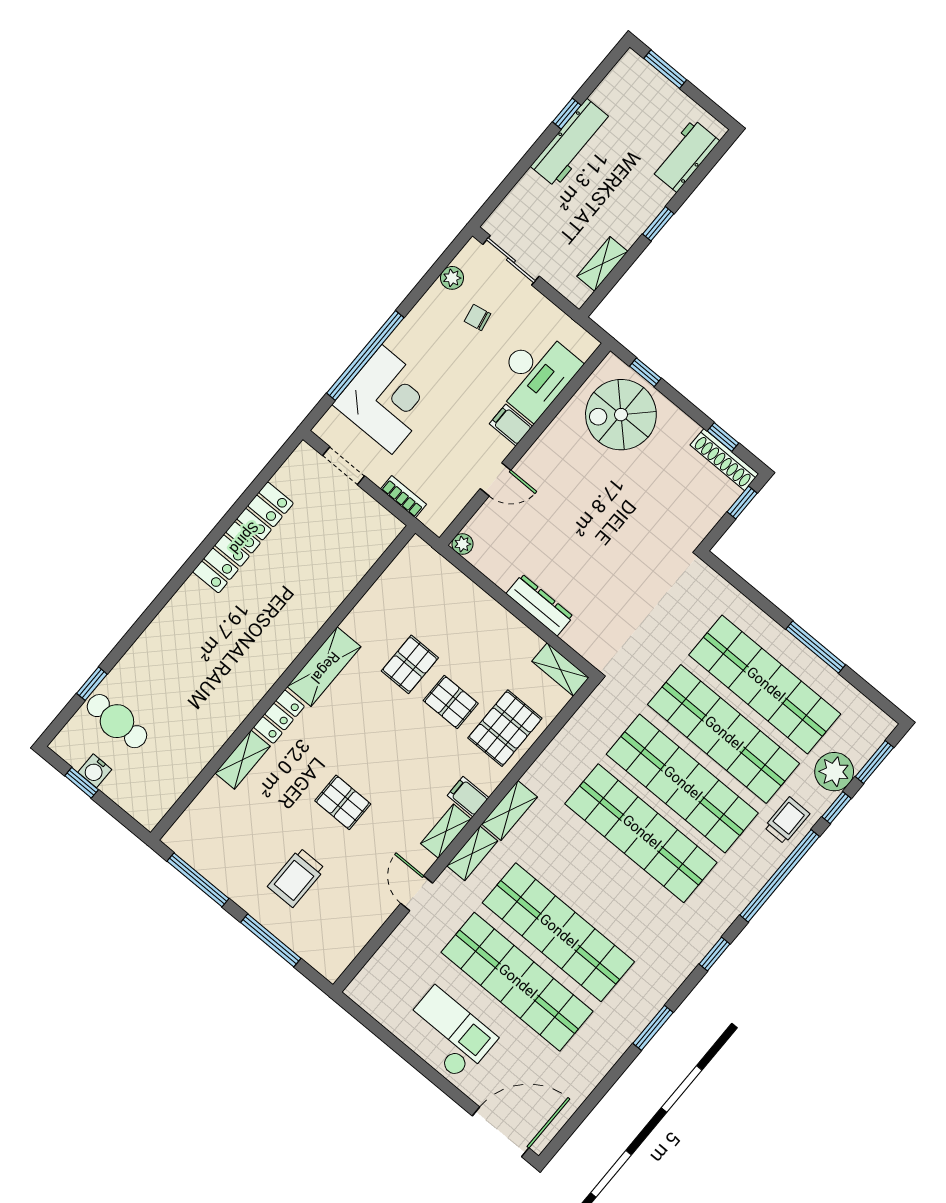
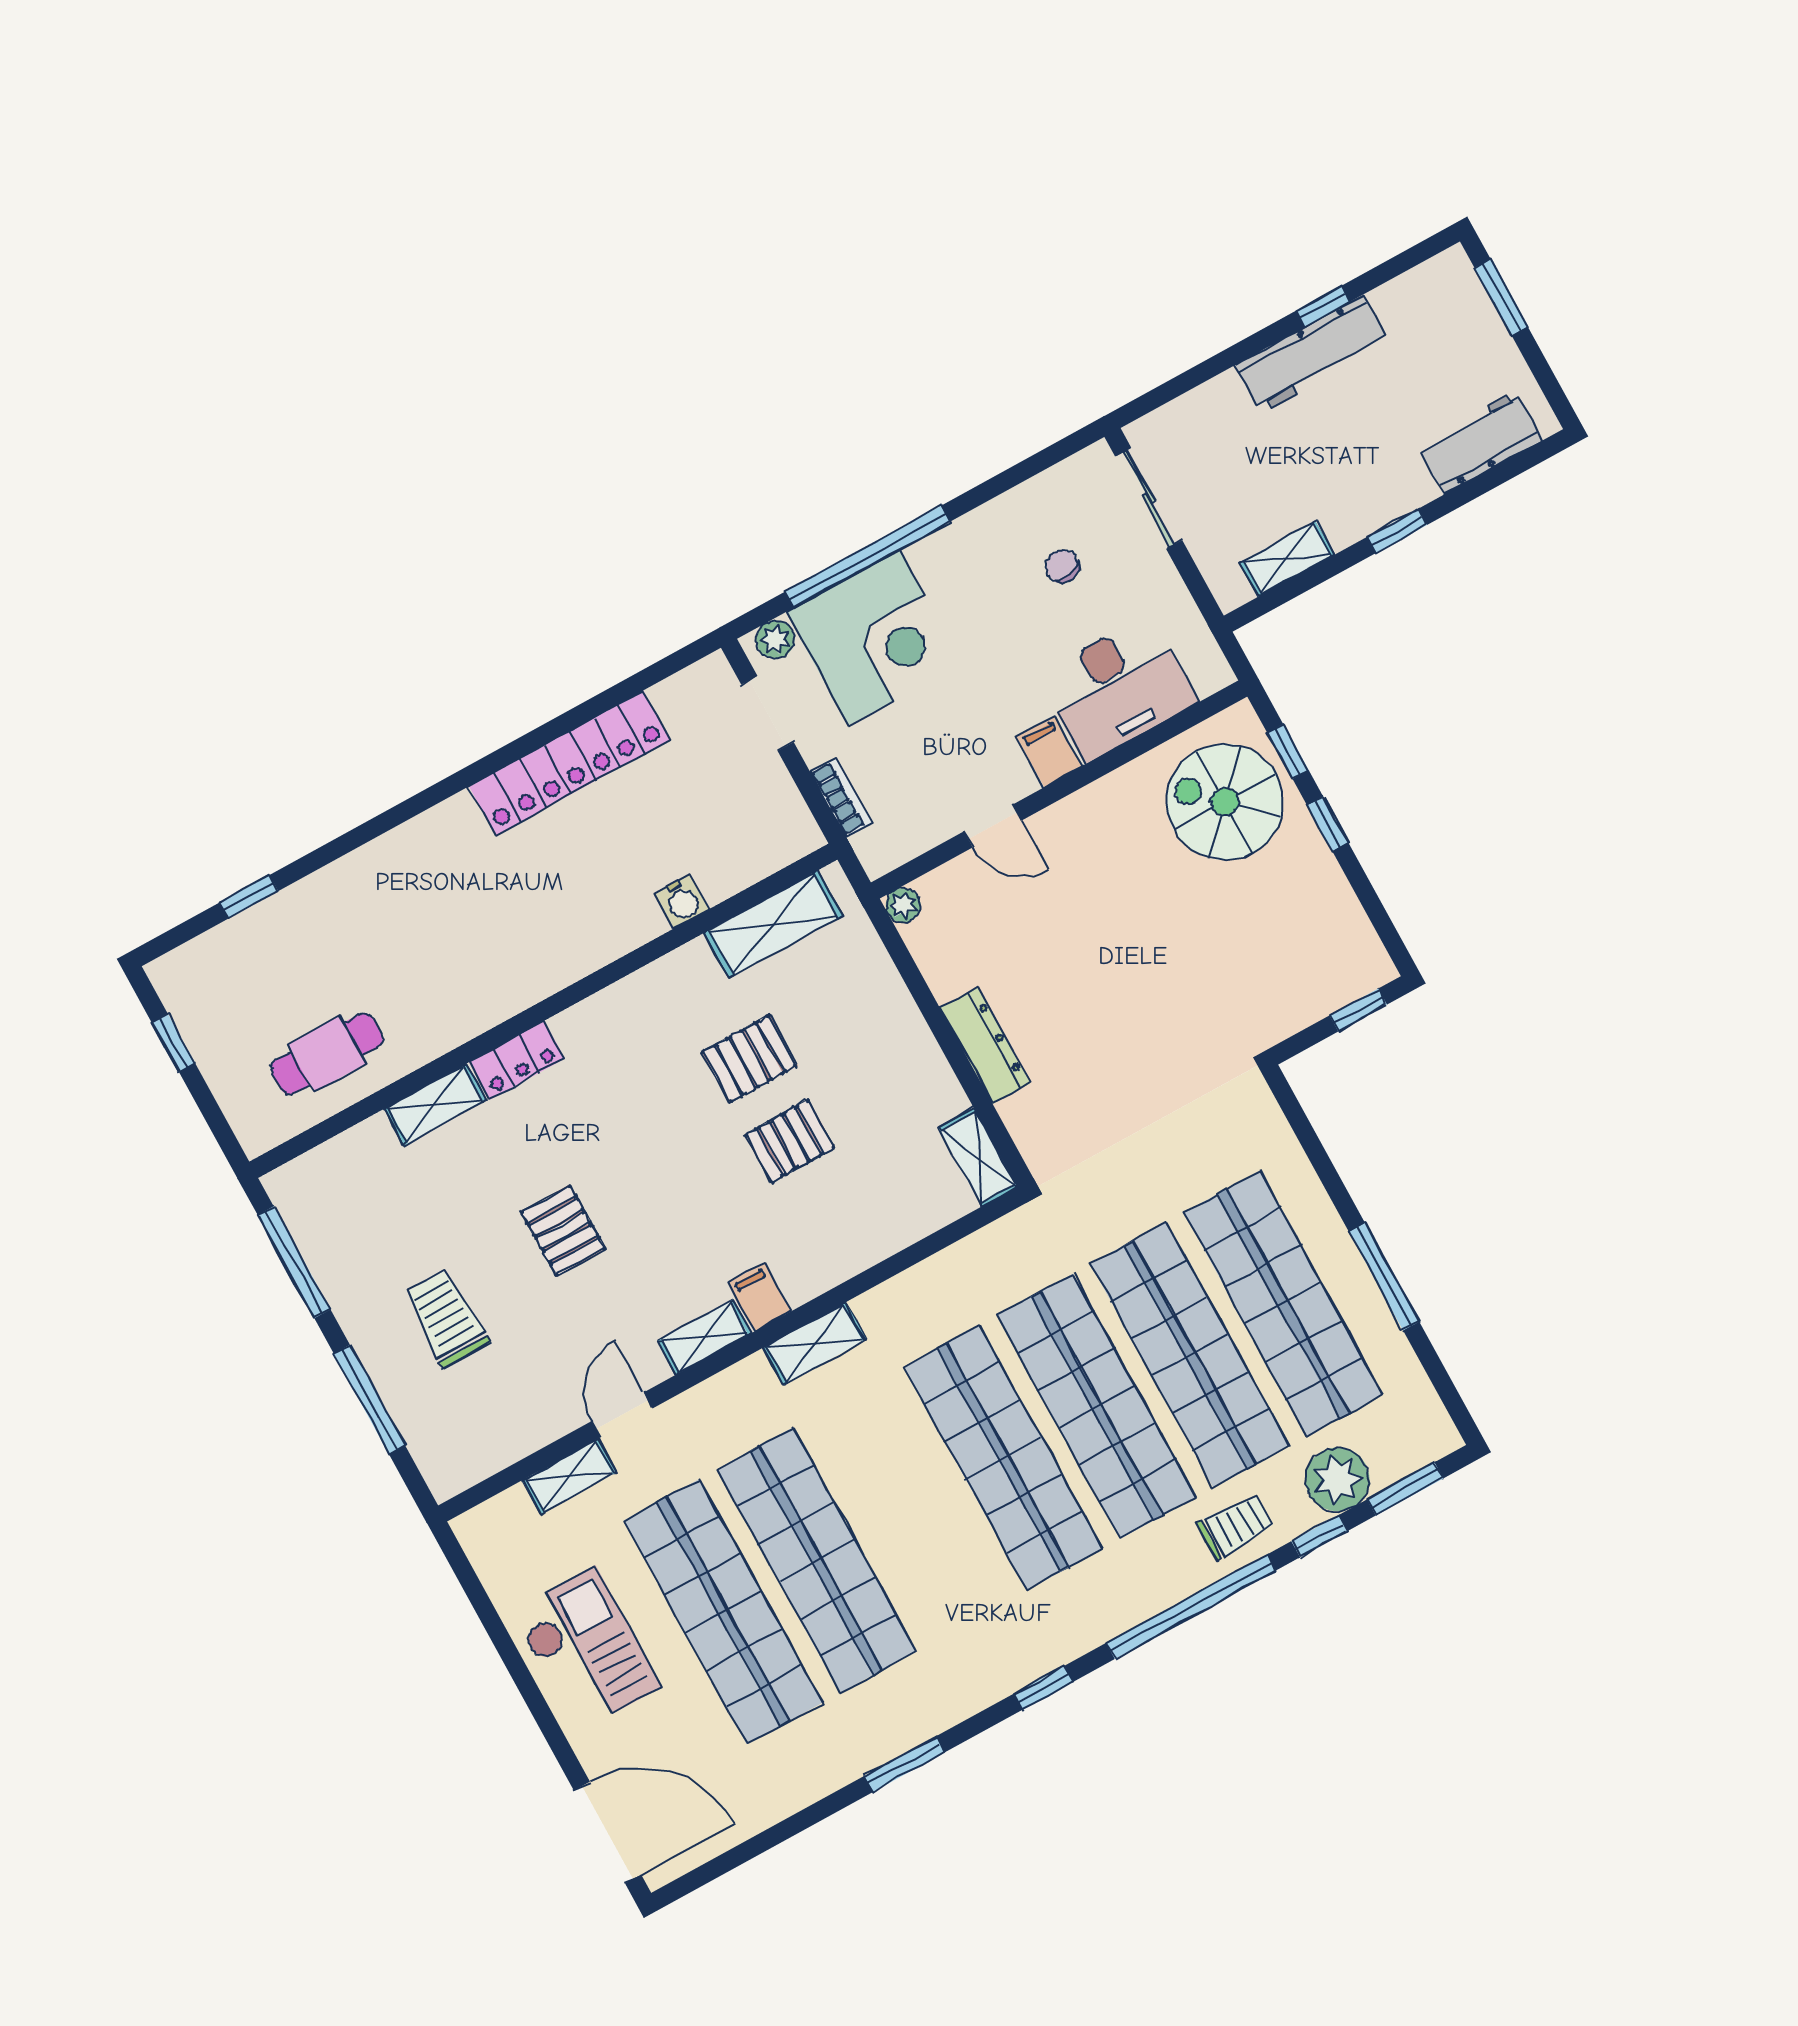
plant: (452, 278) -> (775, 639), moved
window: (723, 437) -> (1328, 824), moved
shoe rack: (724, 460) -> (1357, 933), removed
shelving: (324, 667) -> (774, 924), moved
pallet: (451, 702) -> (790, 1141), turned 90
cafe table: (117, 721) -> (327, 1054), moved, turned 90
pallet: (505, 728) -> (857, 1214), removed
water cooler: (95, 771) -> (682, 901), moved, turned -90
shelving: (472, 853) -> (569, 1476), moved
trolley: (296, 878) -> (446, 1318), turned 90

